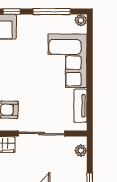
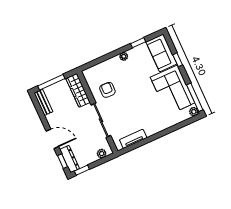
window: (52, 11) -> (195, 97), moved
corner sofa: (67, 61) -> (173, 90), moved, turned -90

